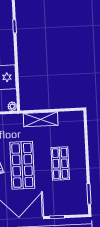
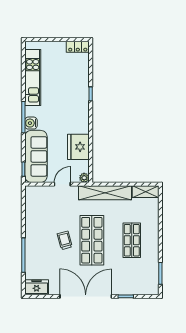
shelving: (71, 117) -> (146, 192), added
shelving: (41, 119) -> (105, 193), width x1.47

